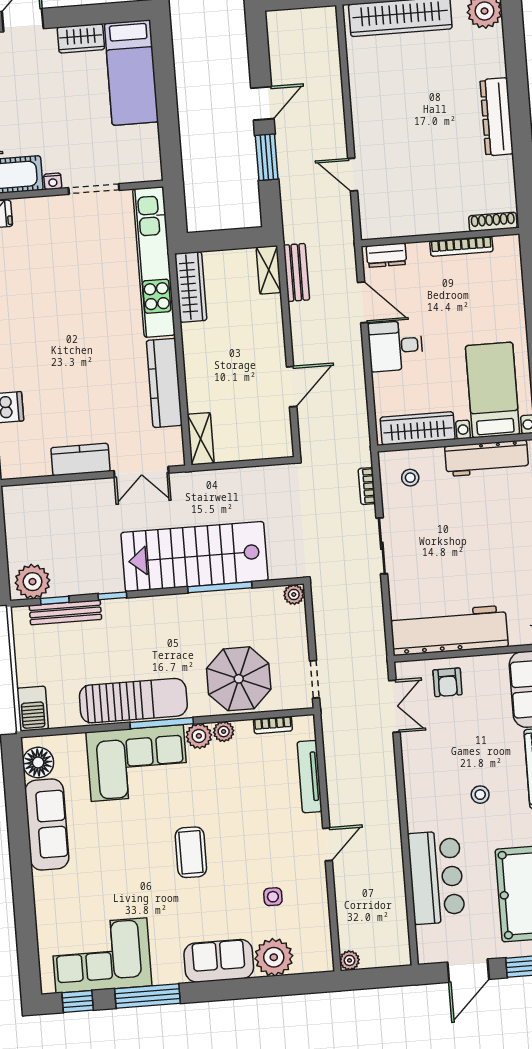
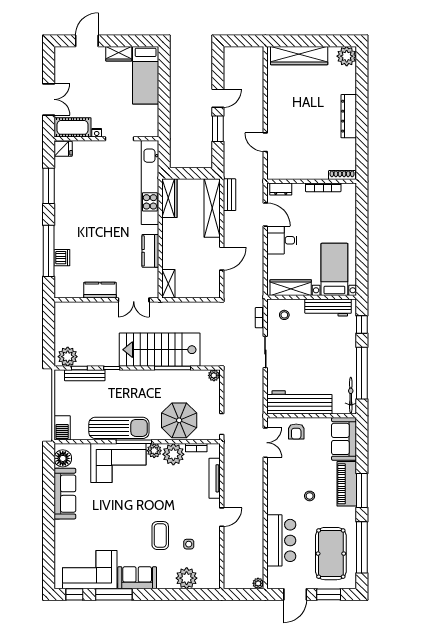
shelving: (269, 270) -> (212, 208), width x2.20, depth x1.33
kitchen counter: (164, 383) -> (150, 251), width x0.67
plant: (224, 731) -> (173, 454), width x1.87, depth x1.87
coffee table: (191, 852) -> (160, 536), moved
plant: (349, 960) -> (258, 583), moved
sofa: (219, 961) -> (137, 578), moved

